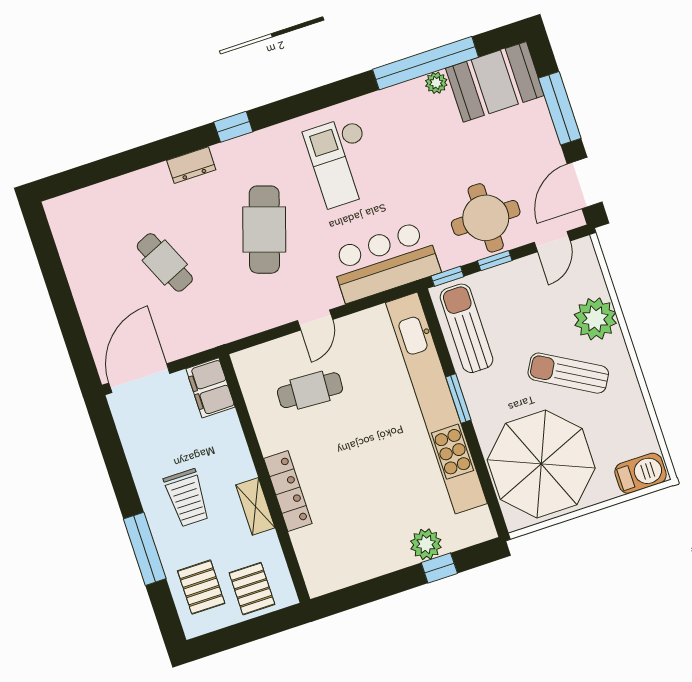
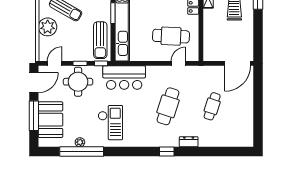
booth: (495, 82) -> (51, 120), moved, turned 90
checkout: (342, 162) -> (110, 123), moved
cafe table: (165, 262) -> (212, 106), turned 42
door: (315, 320) -> (178, 63), moved
filing cabinet: (210, 388) -> (210, 50), removed
cafe table: (310, 390) -> (171, 36), width x1.37, depth x1.35

